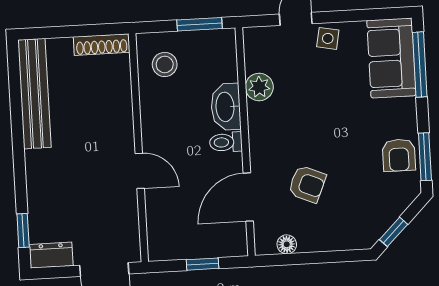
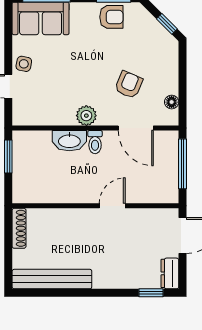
stool: (165, 64) -> (36, 183), removed
plant: (259, 87) -> (86, 116), moved
window: (202, 264) -> (183, 164), width x2.17

